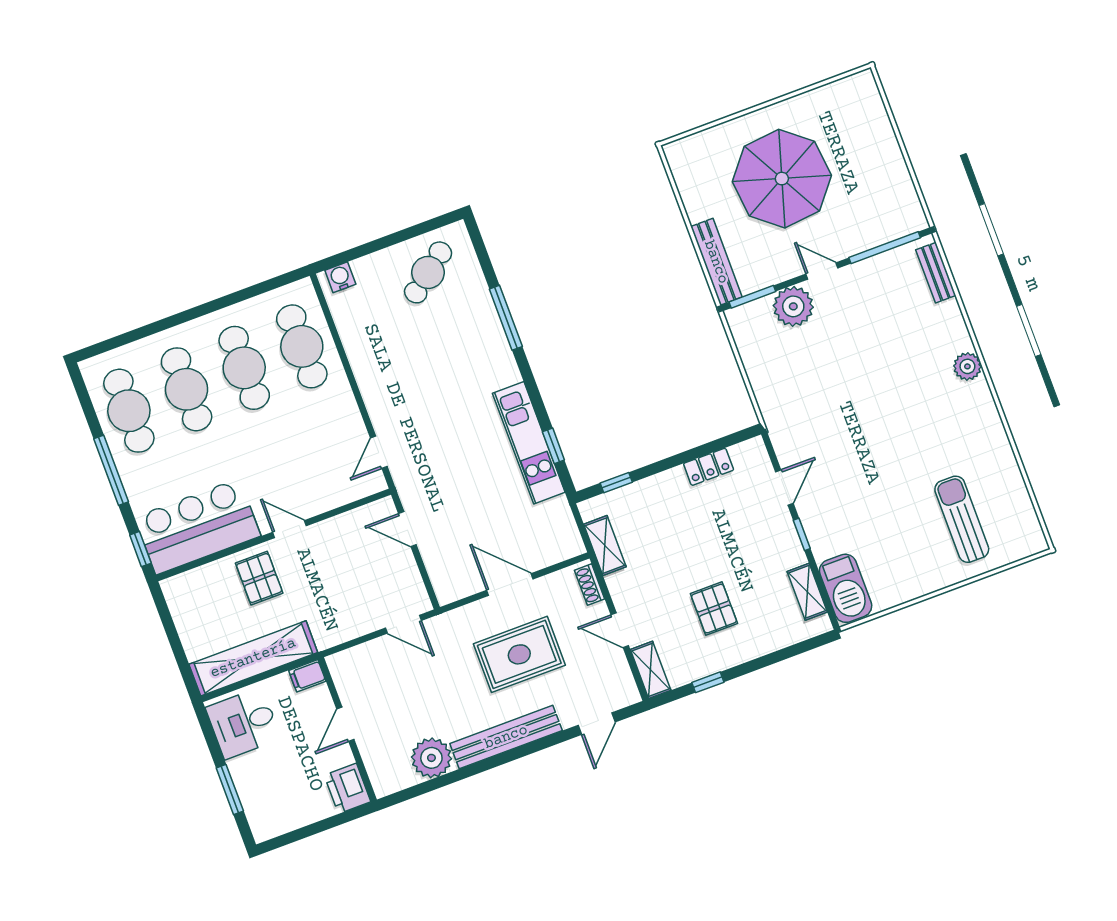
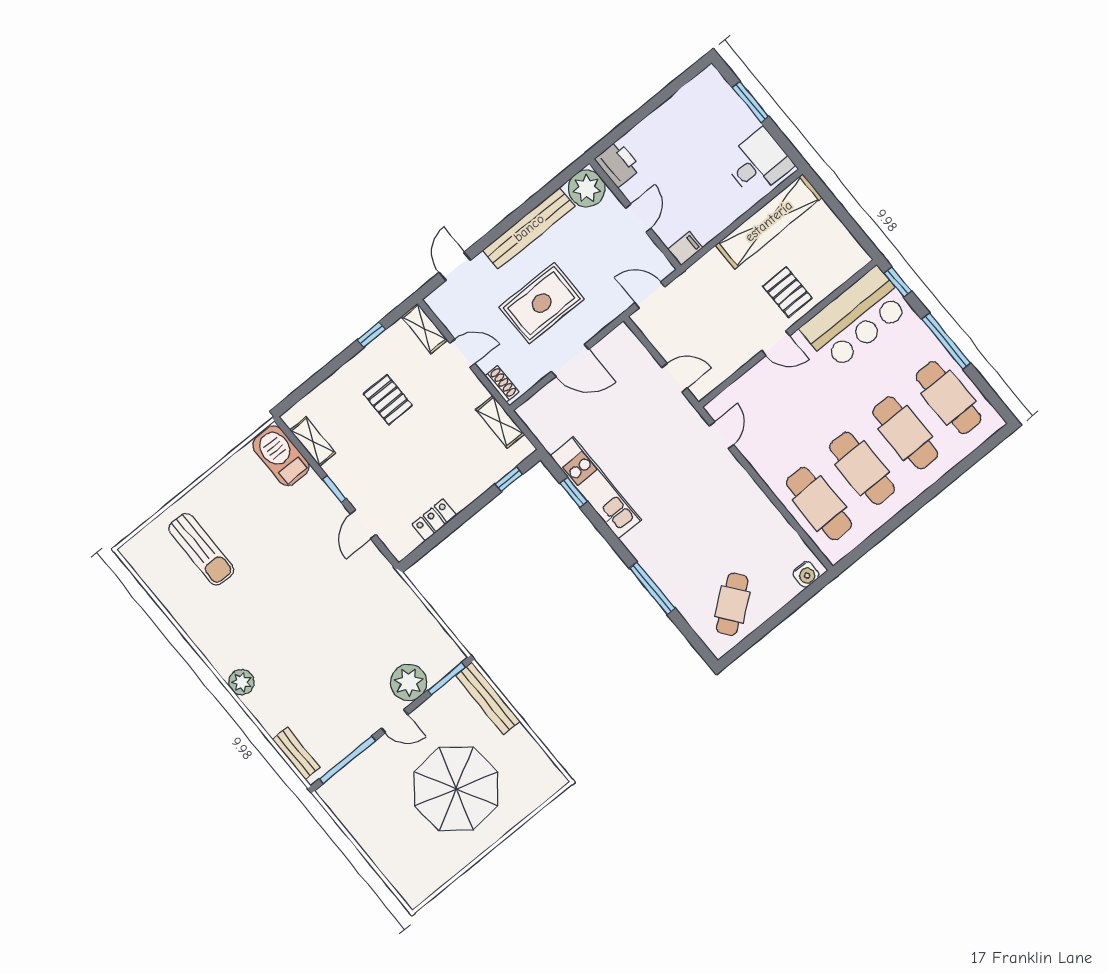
filing cabinet: (307, 676) -> (685, 249), moved
door: (345, 724) -> (638, 218), moved
wall: (347, 730) -> (635, 214), moved
printer: (347, 788) -> (618, 164), moved

